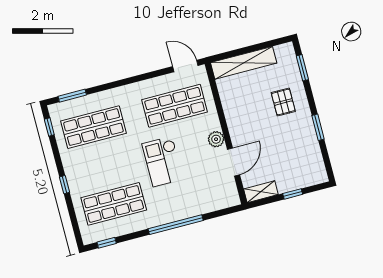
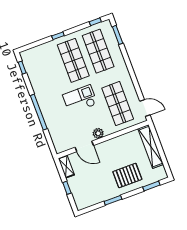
door: (185, 66) -> (145, 108), hinge flipped
pallet: (283, 102) -> (127, 175), width x1.50, depth x1.42
shop shelf: (114, 204) -> (73, 60), moved

